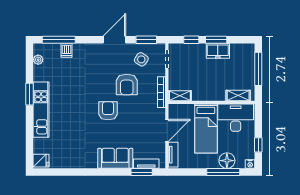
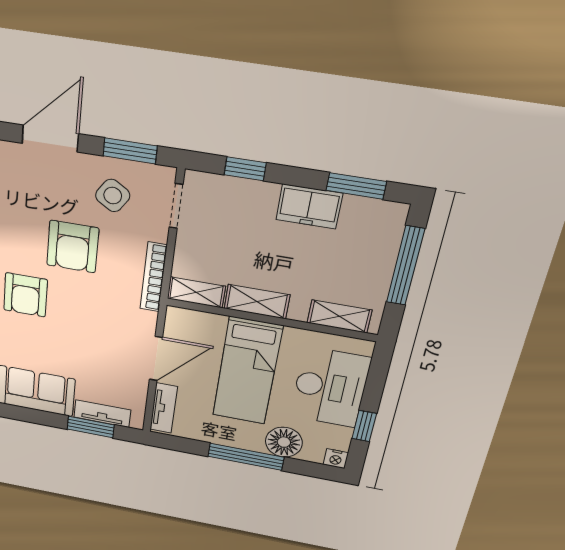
window: (216, 40) -> (356, 186), moved
shelving: (205, 95) -> (257, 302), added
armchair: (108, 111) -> (26, 295), turned 180
desk: (236, 118) -> (330, 387), moved, turned 90
window: (223, 172) -> (246, 457), moved

